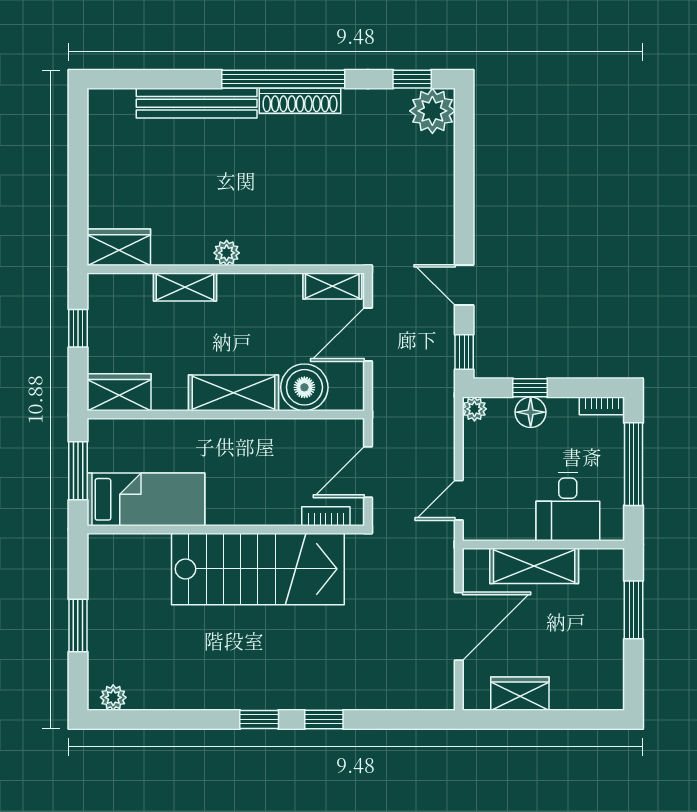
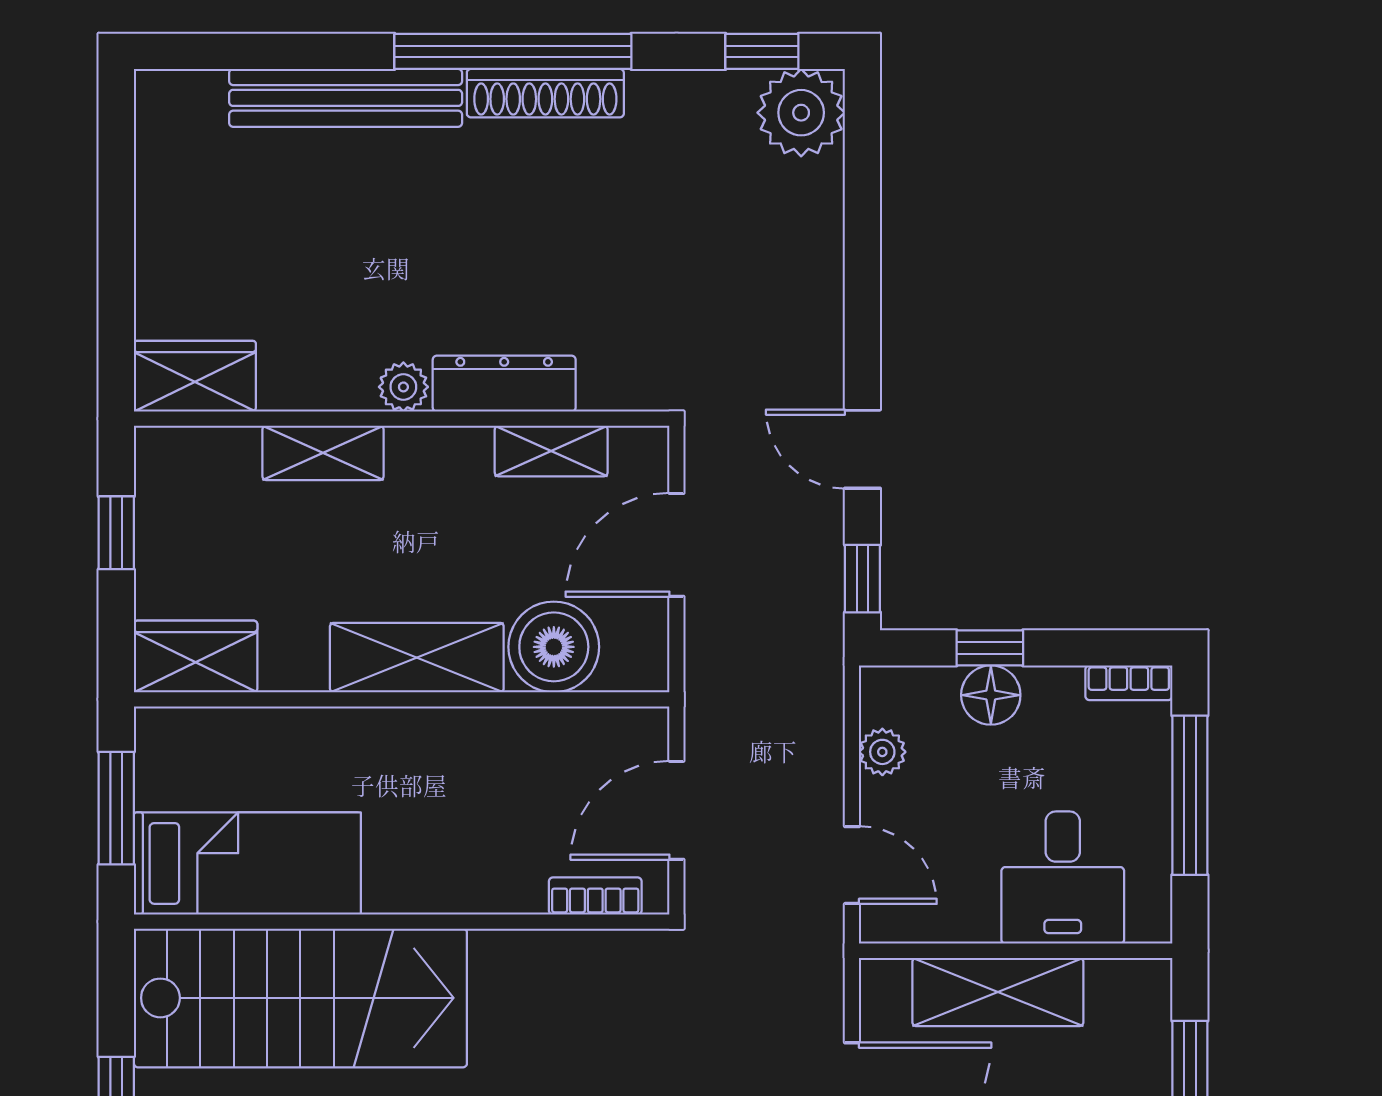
dresser: (279, 251) -> (504, 384), added
shelving: (332, 286) -> (551, 451), moved
plant: (474, 409) -> (882, 752), moved
door: (459, 500) -> (852, 865), swing flipped
stairs: (258, 569) -> (300, 998), moved

